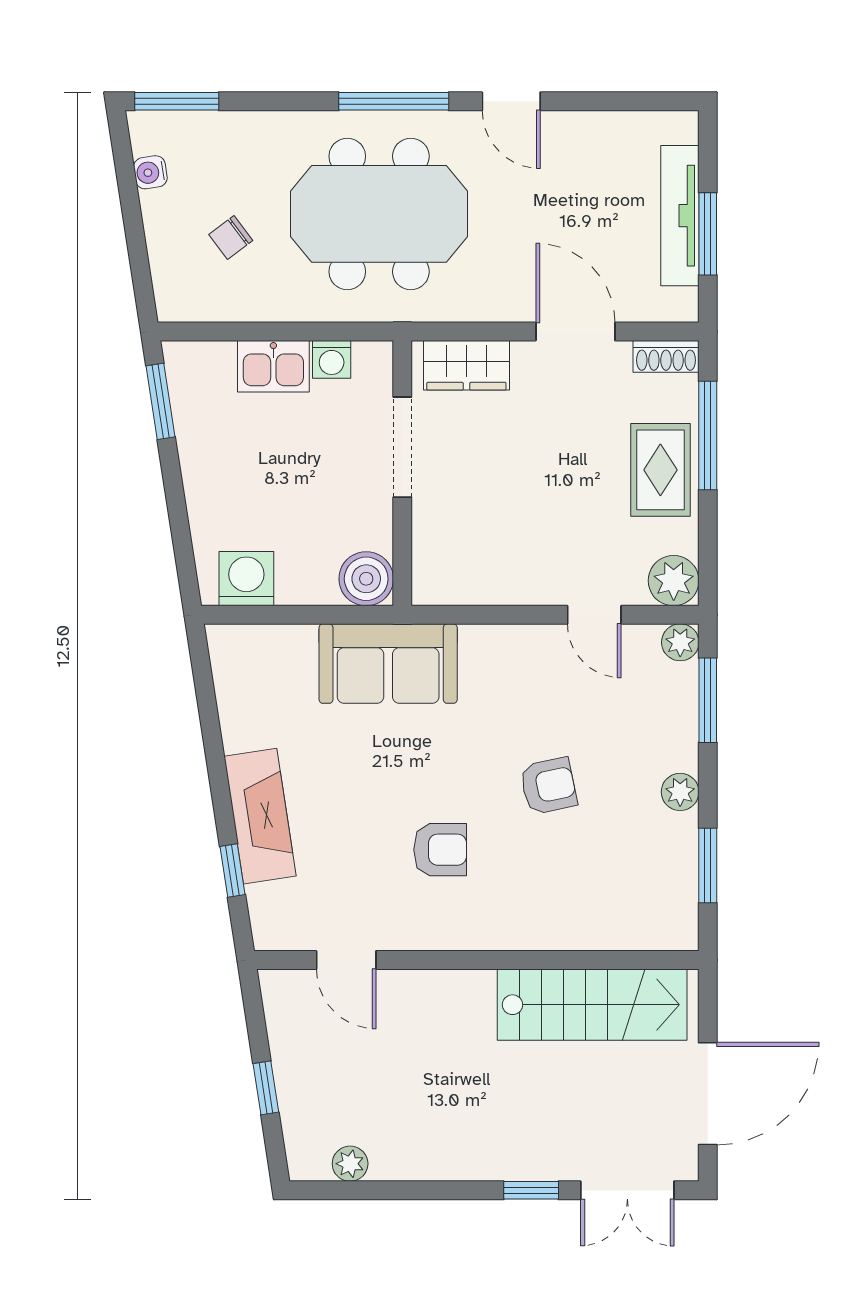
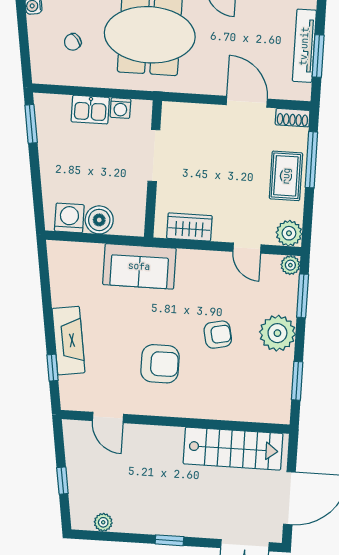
wardrobe: (466, 365) -> (189, 227), moved, turned 180
boiler: (366, 579) -> (99, 220), moved
plant: (680, 792) -> (277, 333), width x1.88, depth x1.88
armchair: (440, 850) -> (160, 364), width x1.38, depth x1.38
window: (531, 1190) -> (169, 540), moved

